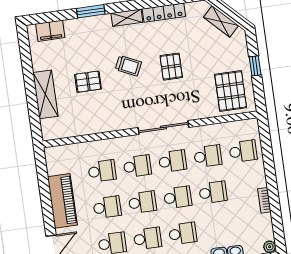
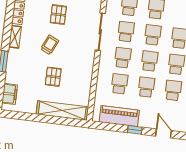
pallet: (171, 67) -> (58, 15), turned 90
shelving: (45, 94) -> (62, 110), width x1.47
piano: (62, 201) -> (119, 116), moved
window: (47, 207) -> (135, 130), added

